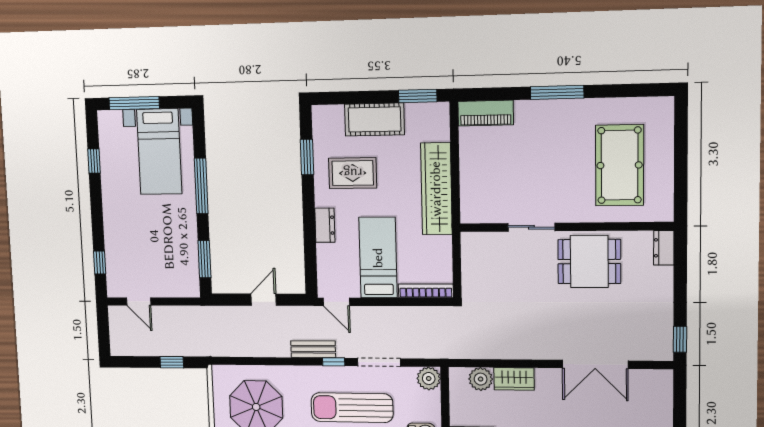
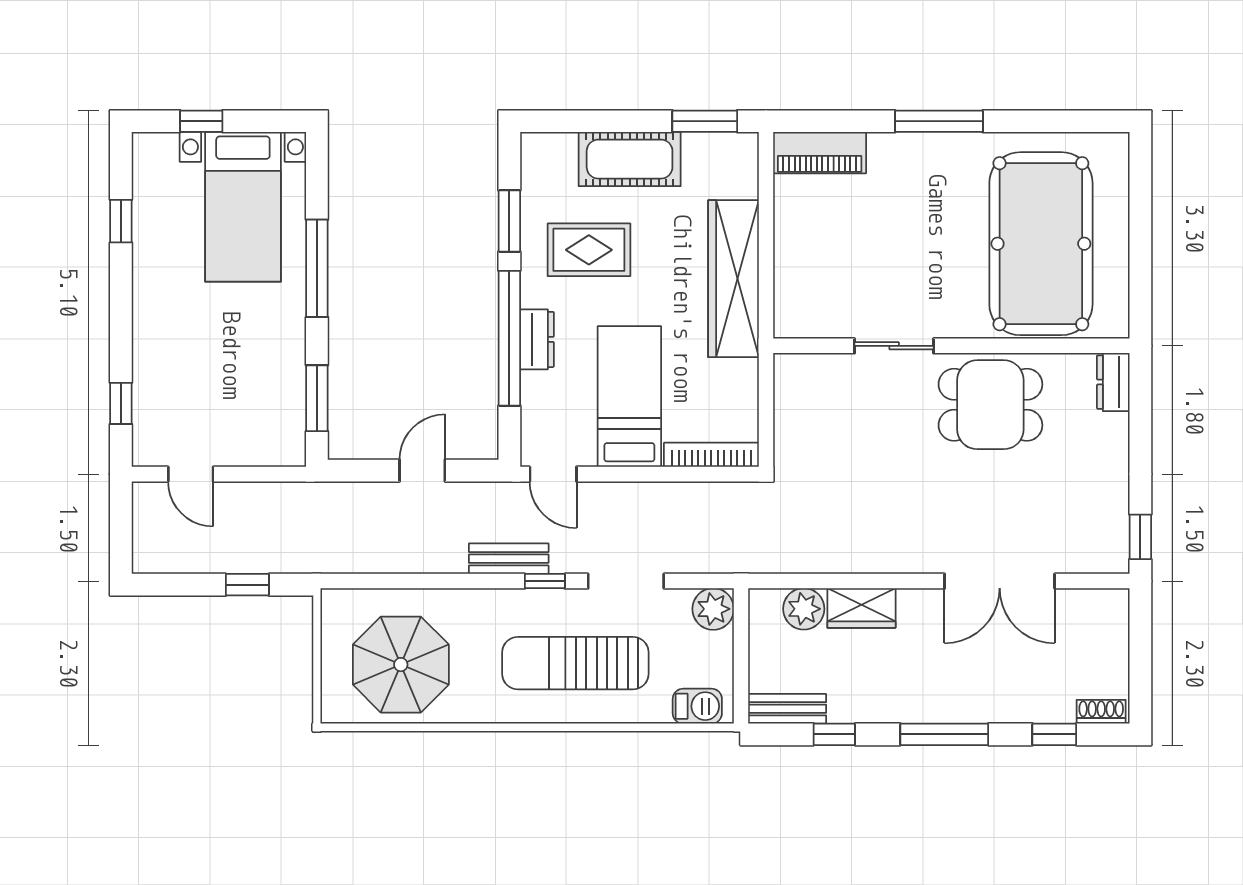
window: (134, 103) -> (201, 121), width x0.46
pool table: (620, 165) -> (1041, 244), width x1.36, depth x1.32
window: (309, 225) -> (509, 338), added

